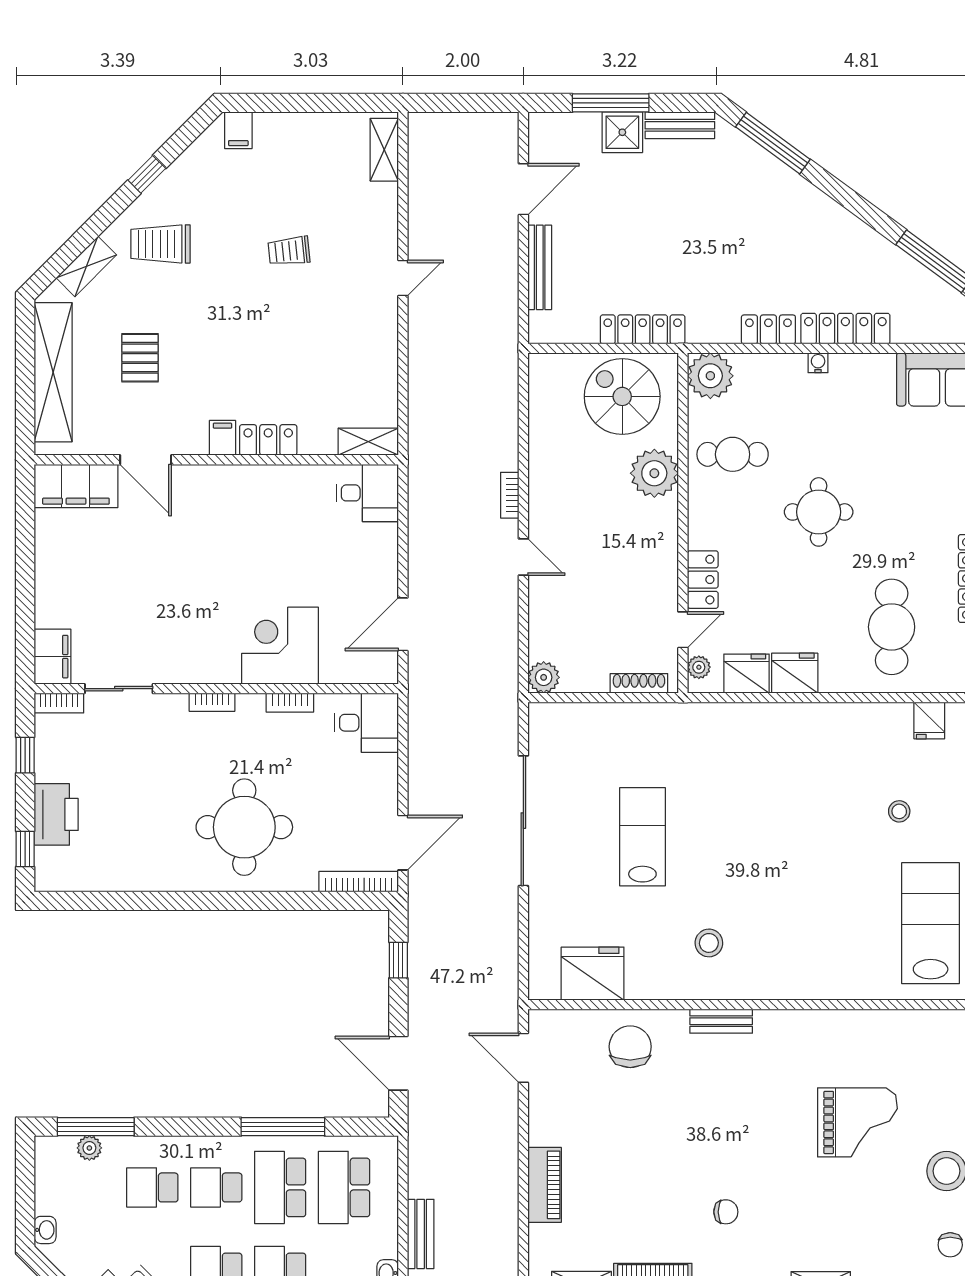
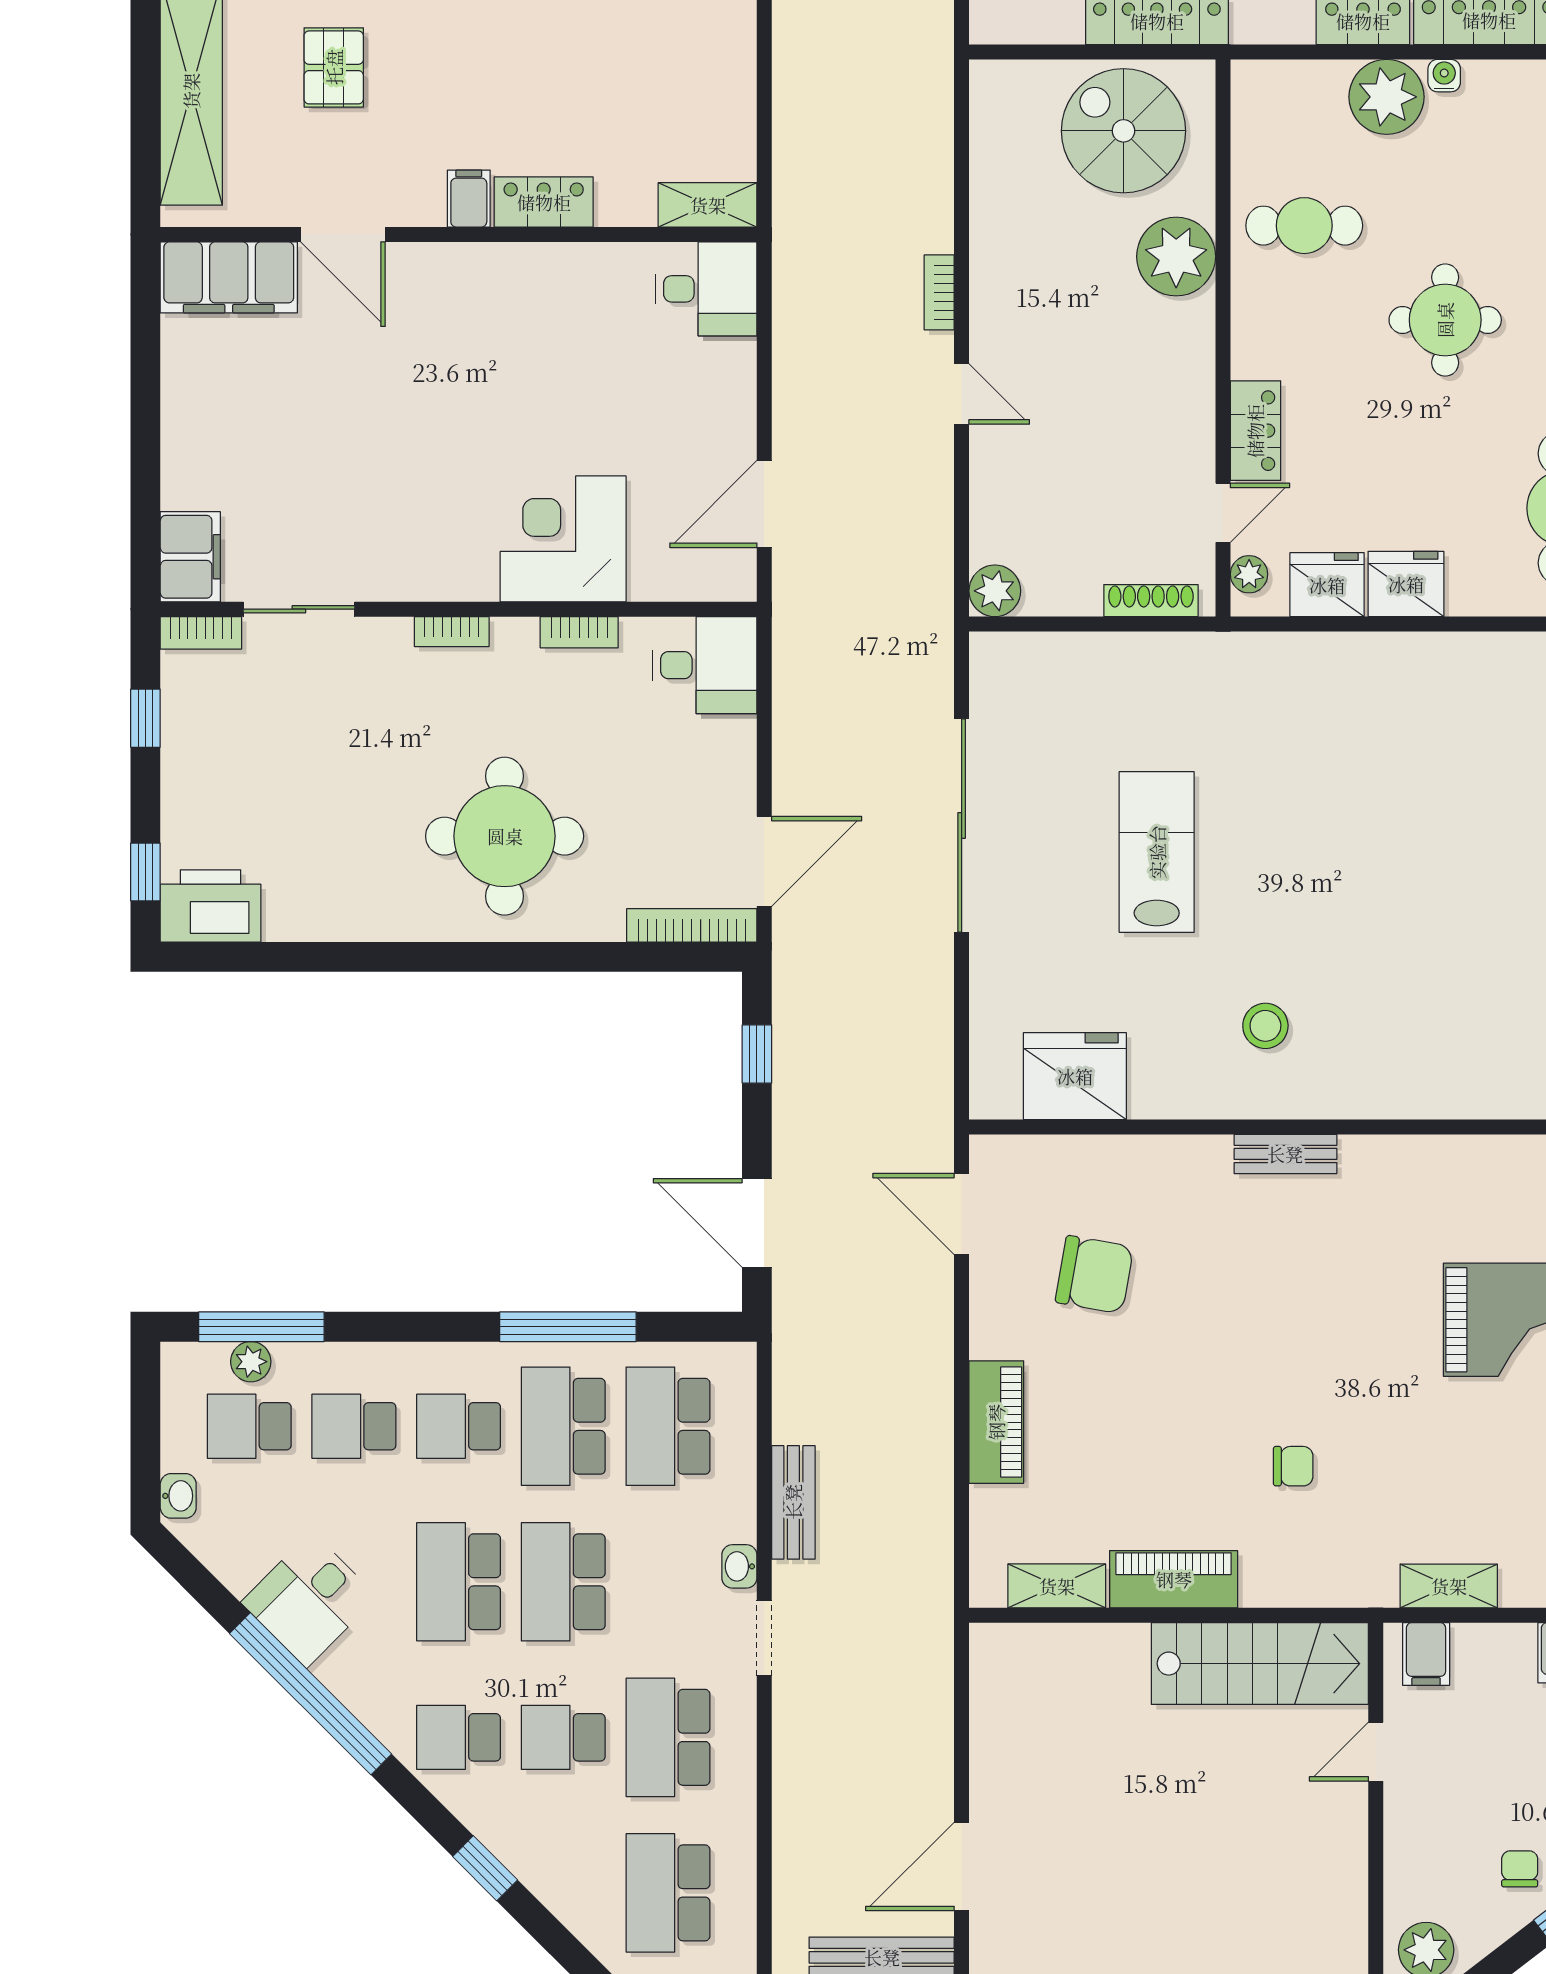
plant: (710, 376) -> (1387, 97), moved
printer: (56, 814) -> (211, 906), moved, turned -90
chair: (630, 1047) -> (1094, 1275), moved, turned 100
school desk: (88, 1187) -> (249, 1426), added

